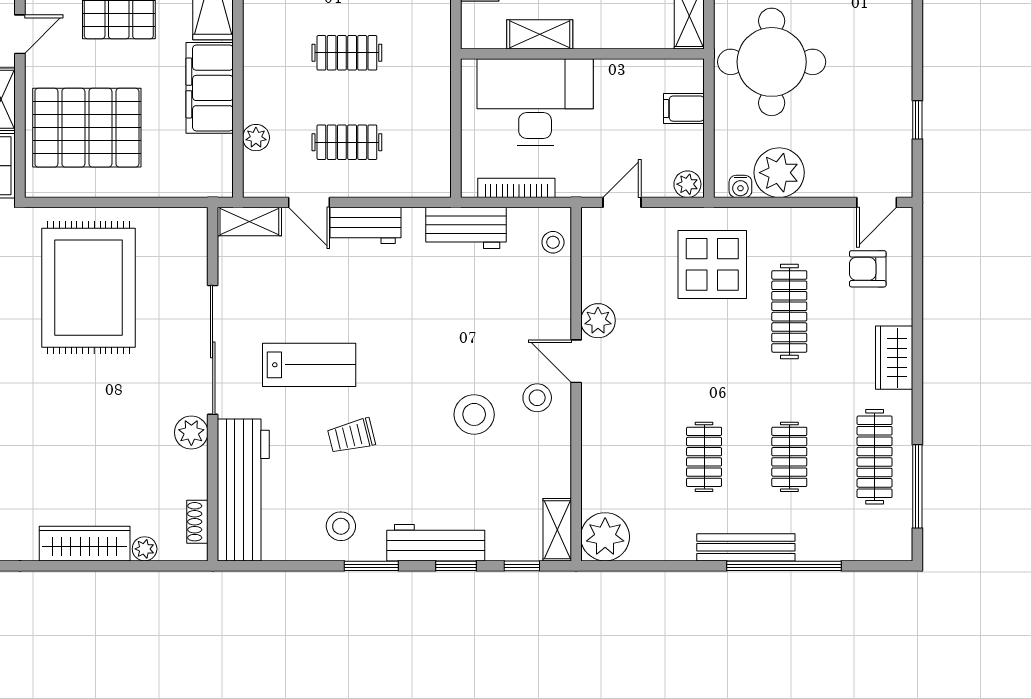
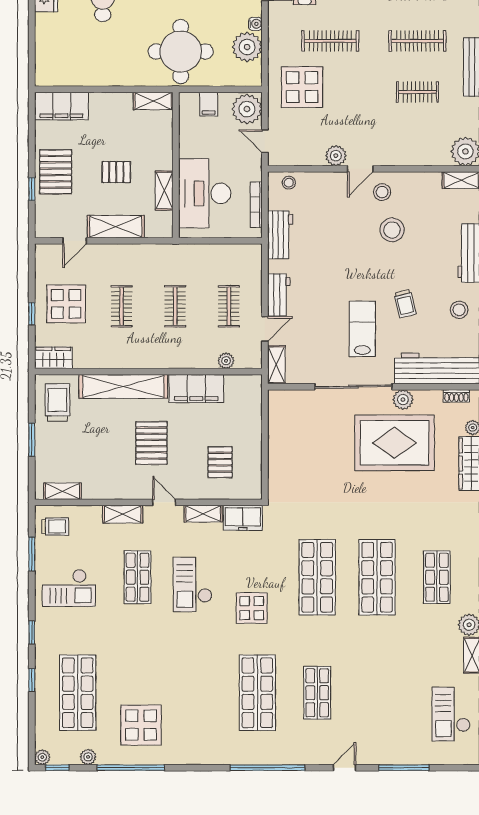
pallet: (87, 128) -> (220, 462), width x0.49, depth x0.50
plant: (687, 184) -> (247, 109), width x1.87, depth x1.87
water cooler: (740, 186) -> (255, 24), moved
rug: (88, 288) -> (394, 443), moved
clothes rail: (789, 457) -> (417, 41), width x1.36

